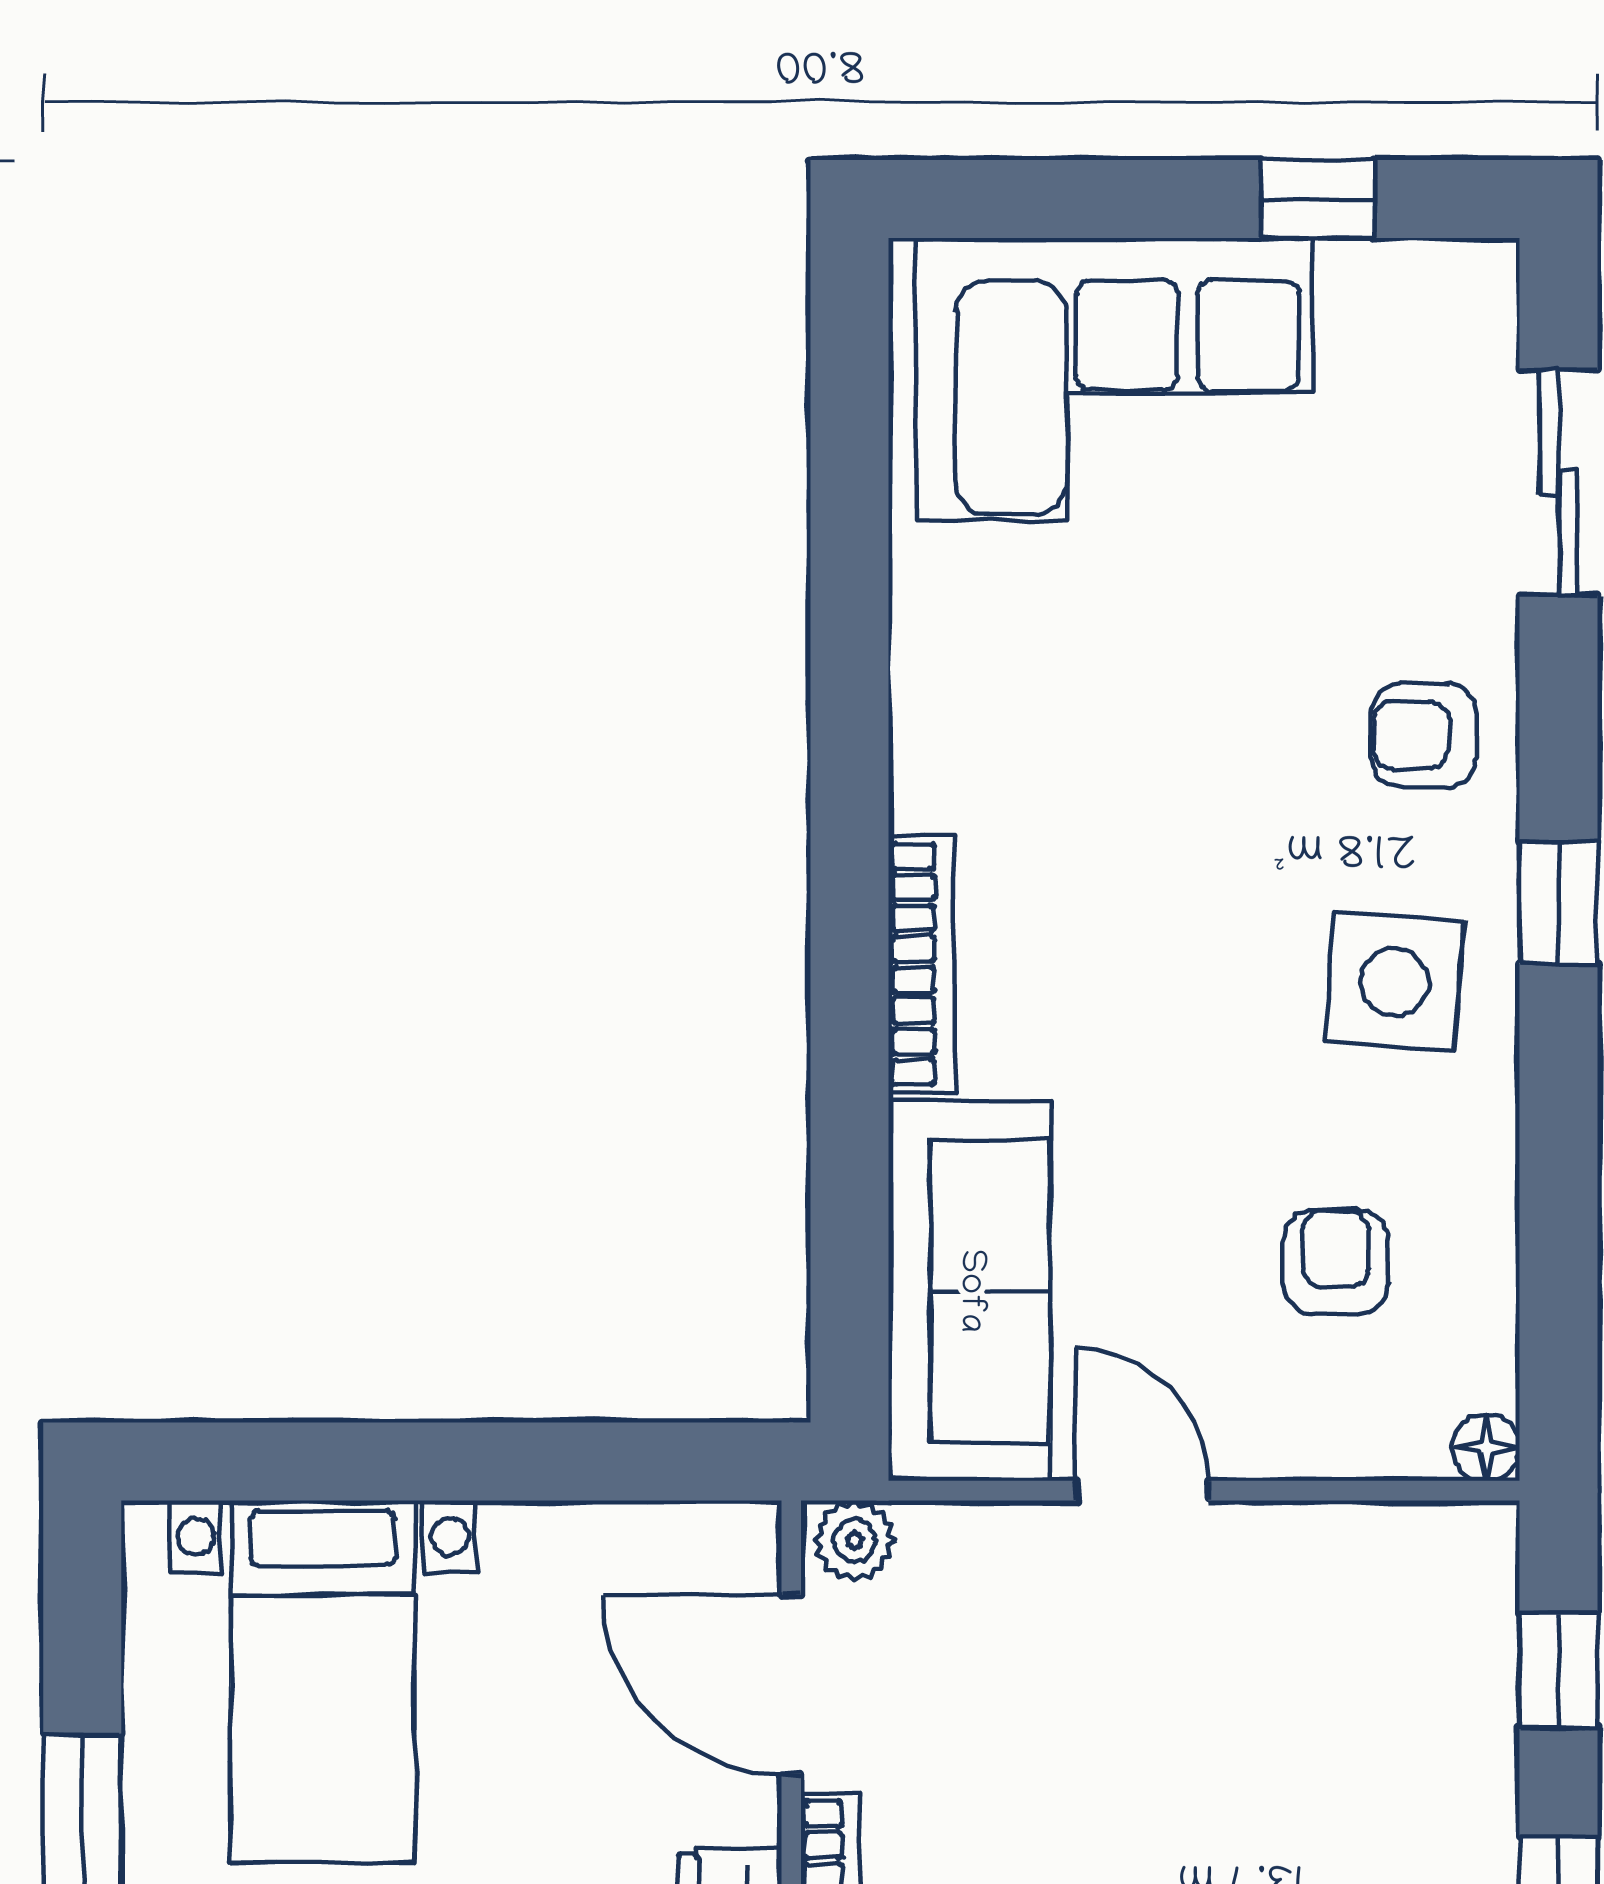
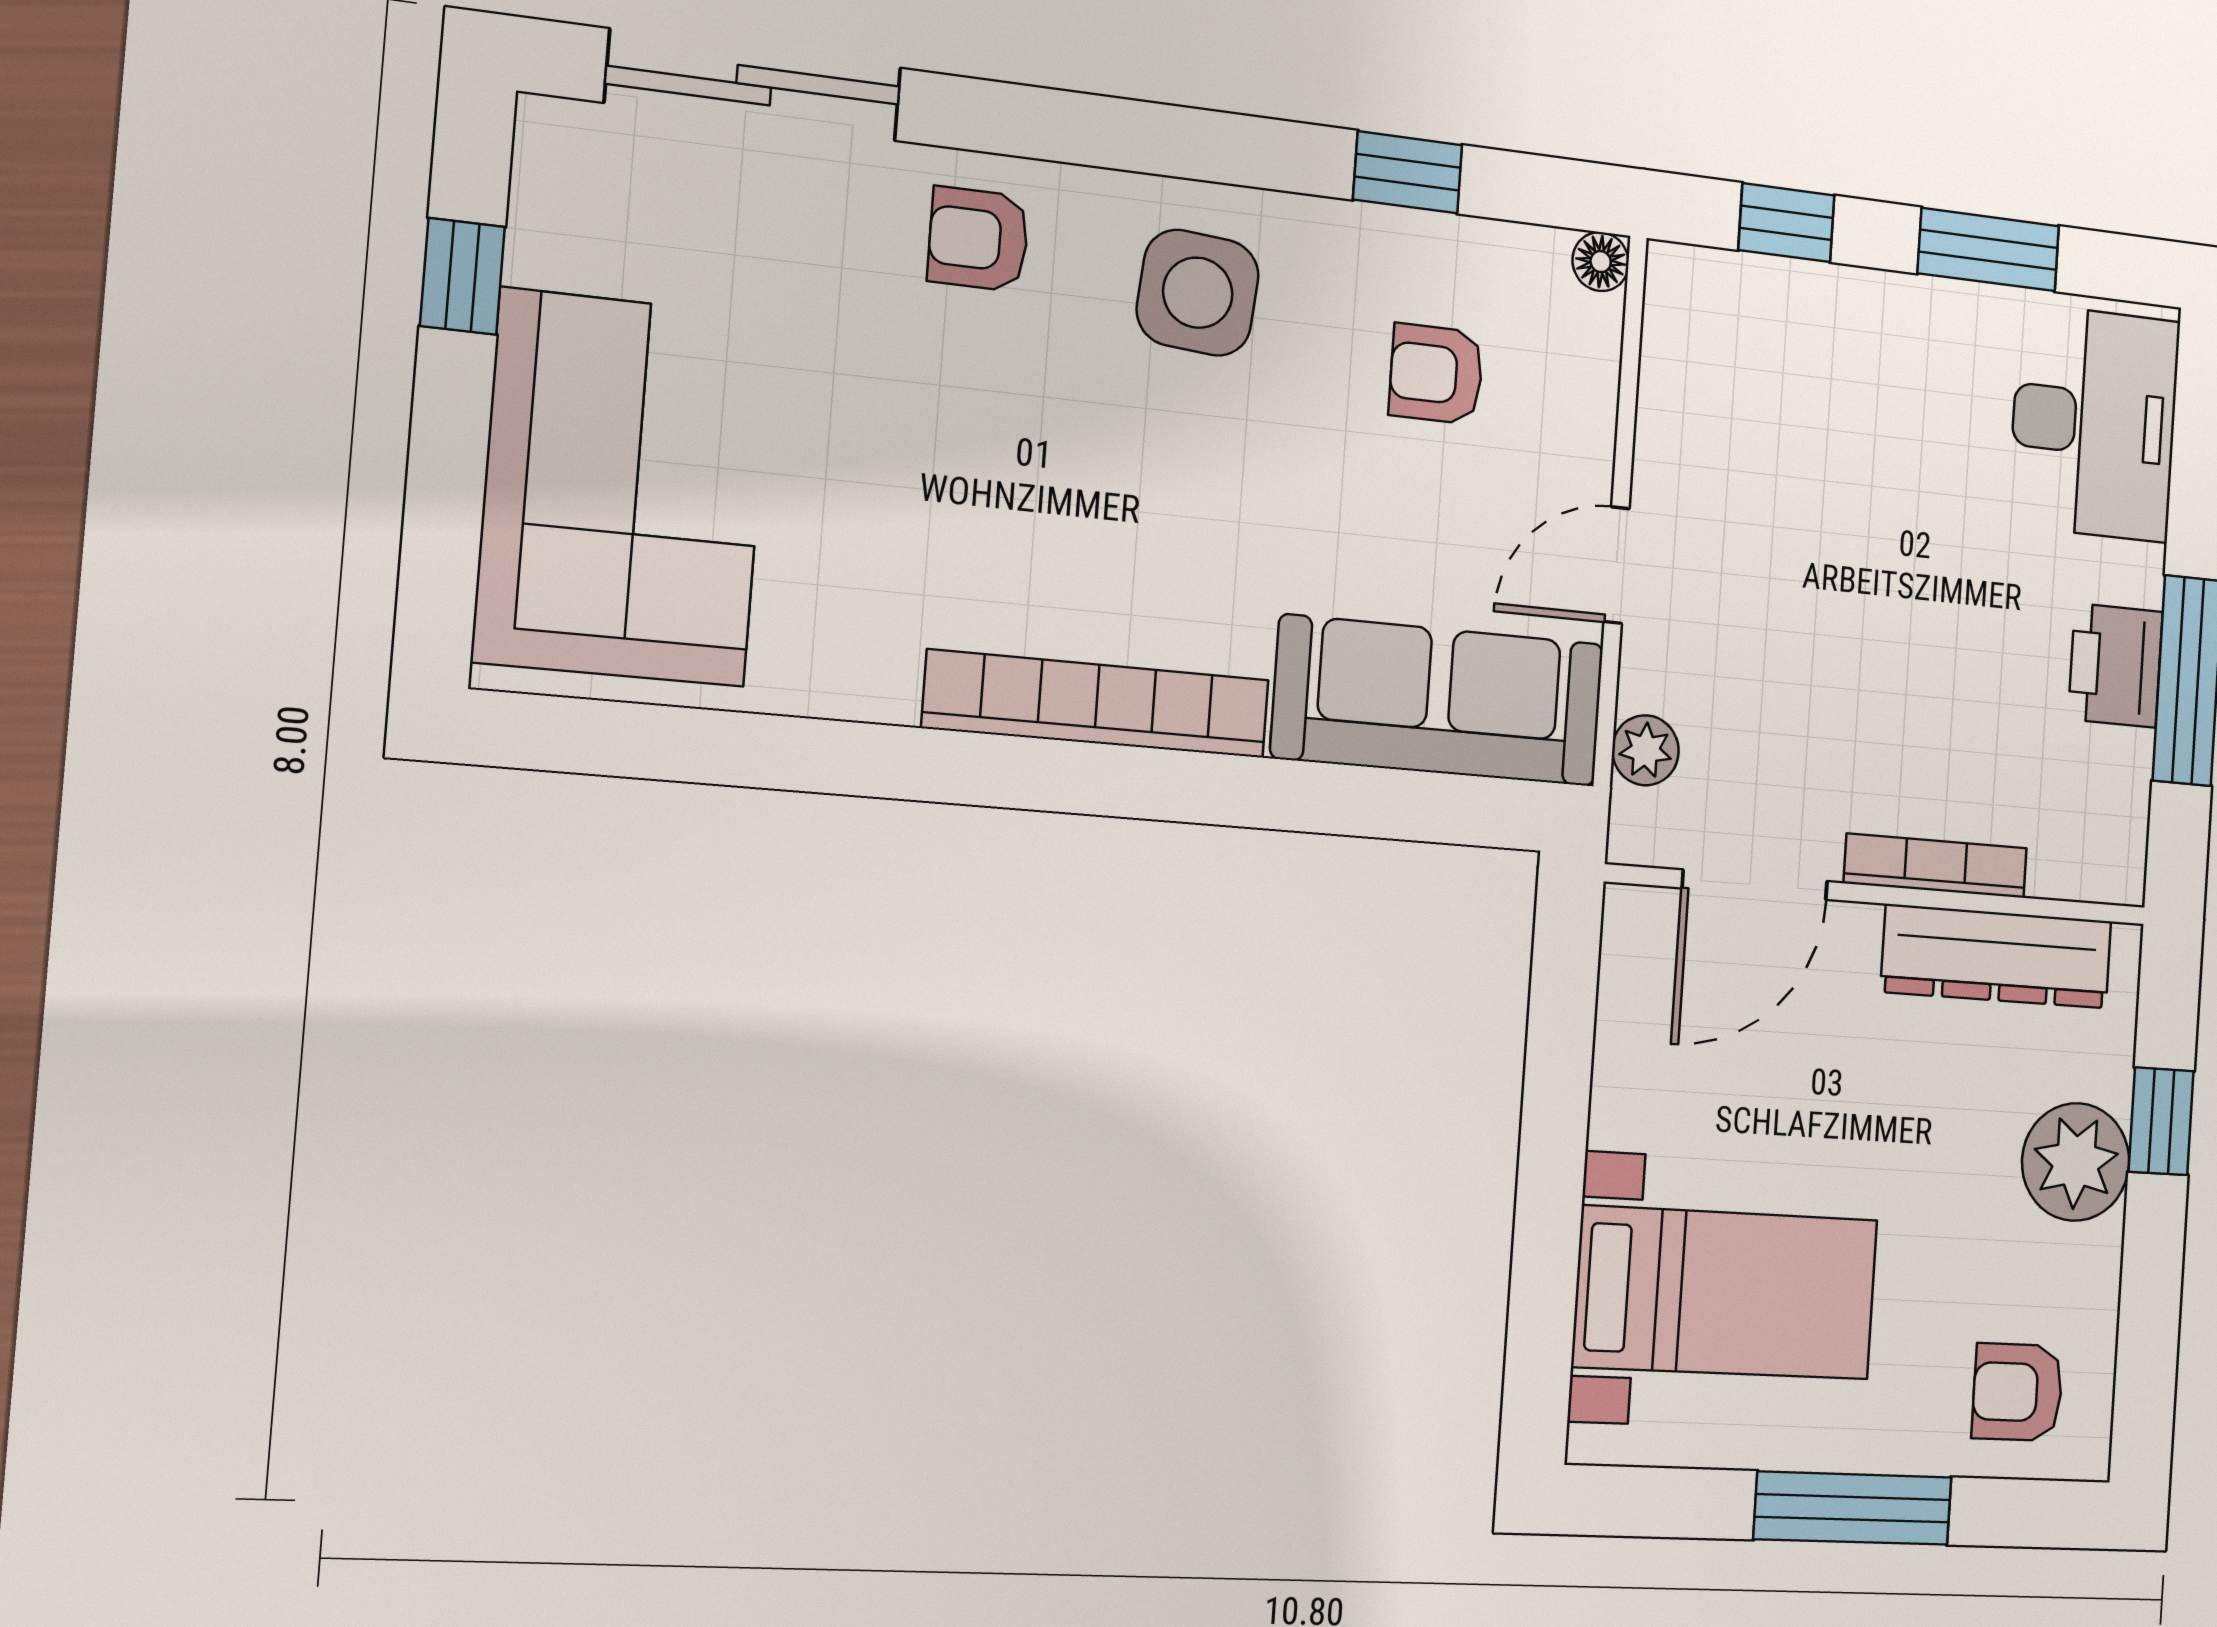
sliding door: (1559, 483) -> (754, 85), width x1.37
armchair: (1424, 735) -> (978, 239), turned 90
window: (1559, 902) -> (1408, 172), moved
bookcase: (921, 964) -> (1097, 704), width x1.48, depth x1.31
plant: (855, 1540) -> (1645, 750), moved

